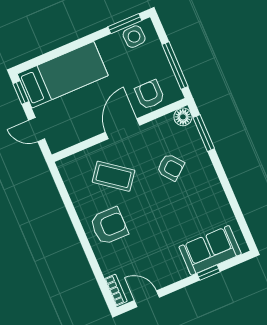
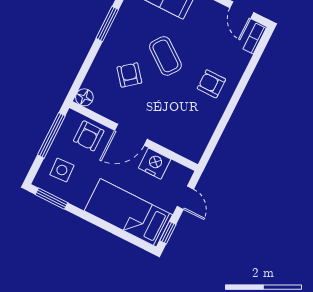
side table: (134, 37) -> (62, 170), moved
nightstand: (84, 128) -> (155, 164), added
window: (204, 133) -> (107, 24), moved
coffee table: (114, 176) -> (165, 56), moved
armchair: (109, 226) -> (211, 84), width x0.72, depth x0.72

